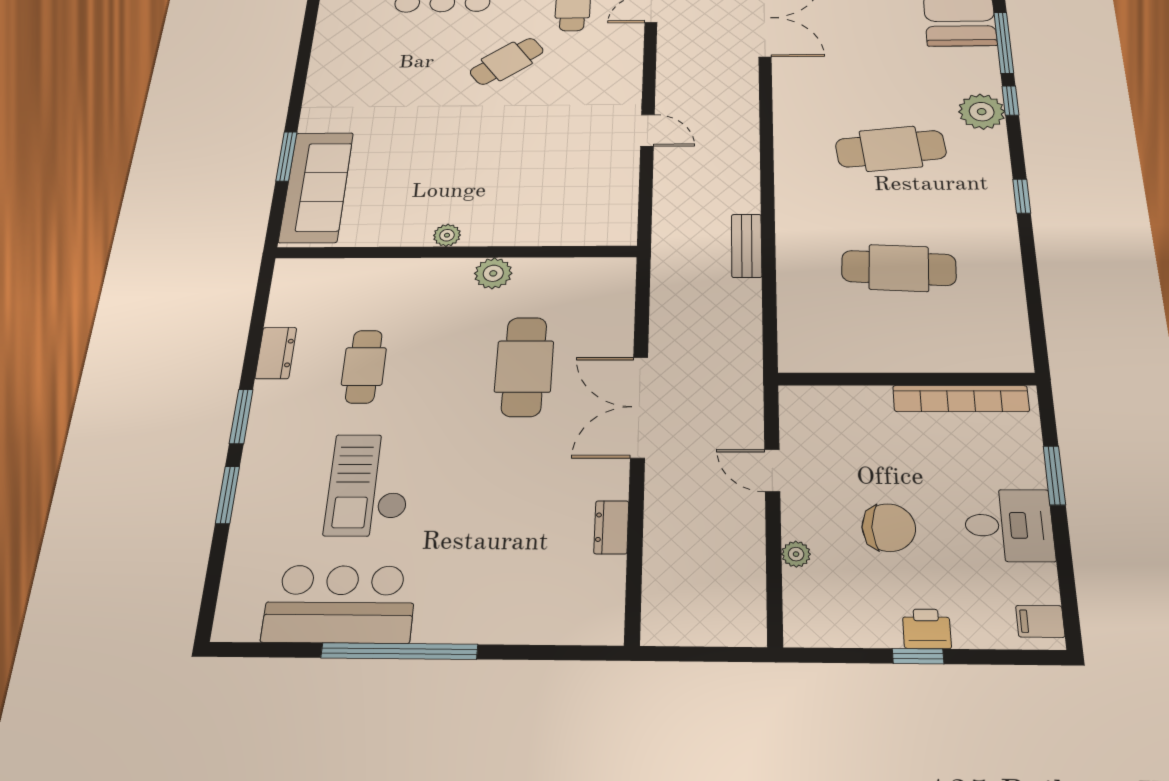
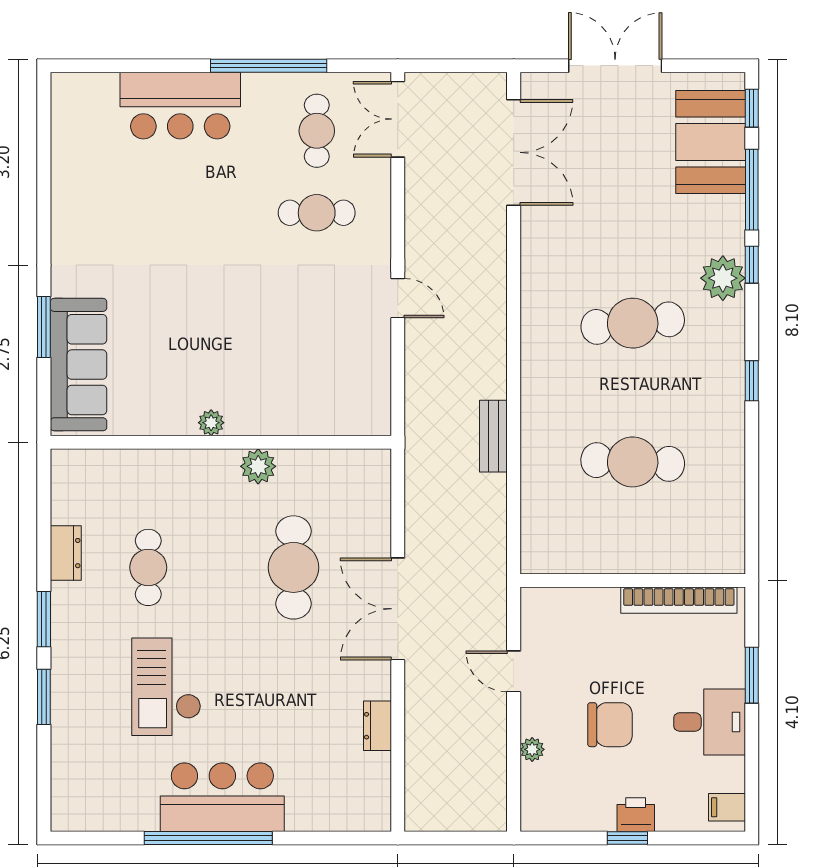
cafe table: (507, 61) -> (317, 213), moved, turned 36
bar counter: (340, 604) -> (222, 797), moved

